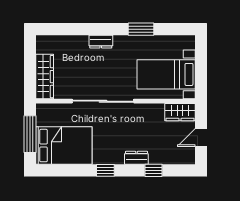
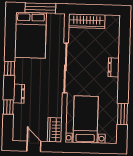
window: (141, 29) -> (122, 114), moved

